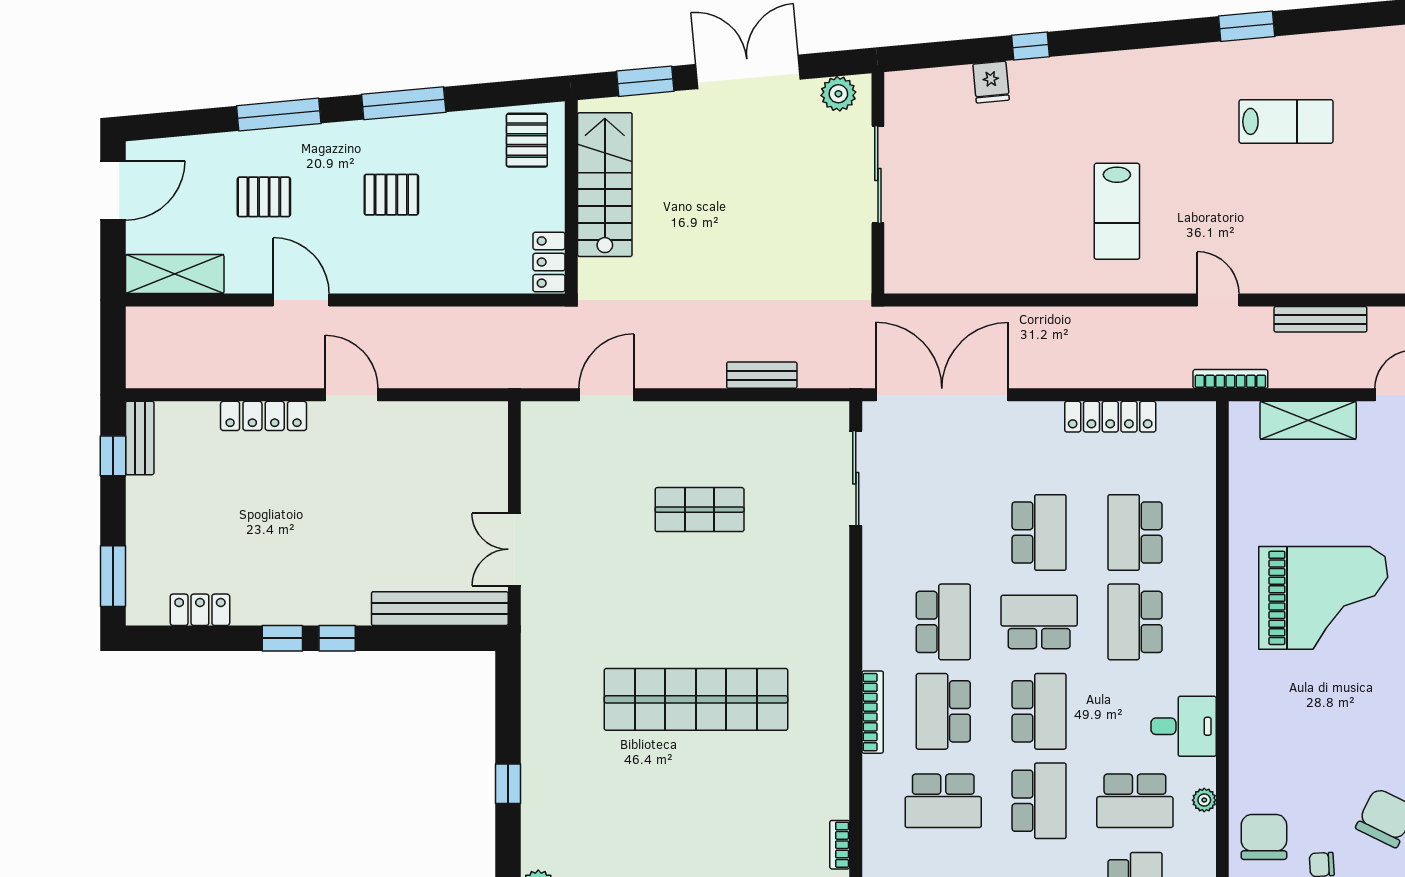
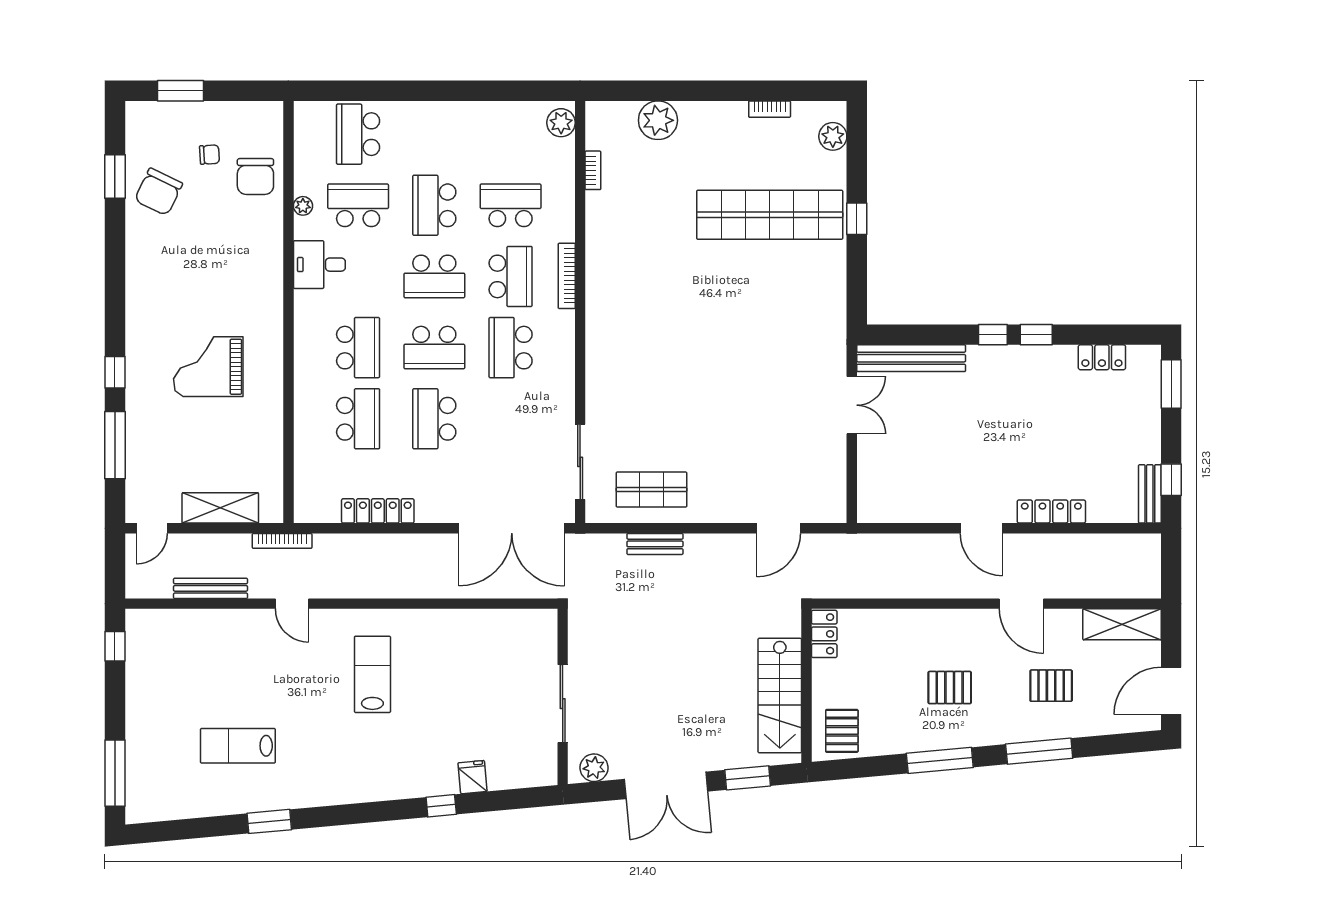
shop shelf: (700, 510) -> (652, 490), moved
grand piano: (1323, 598) -> (208, 367), width x0.73, depth x0.68
shop shelf: (696, 699) -> (770, 215), moved
school desk: (1039, 711) -> (434, 276), turned -90

